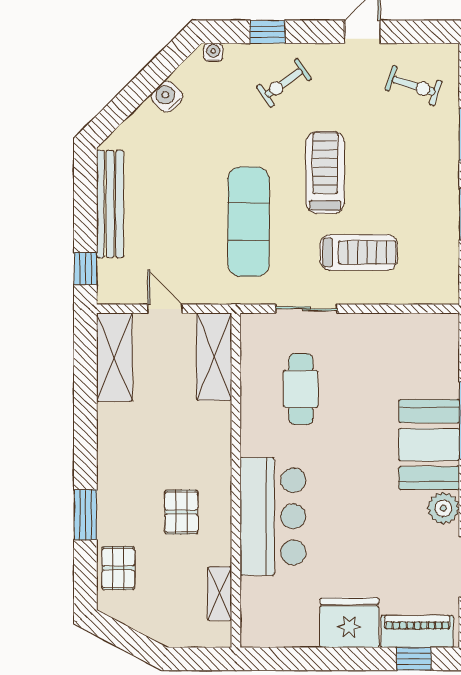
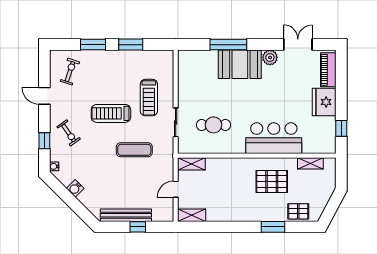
exercise mat: (248, 222) -> (134, 150), width x0.73, depth x0.69
treadmill: (359, 252) -> (149, 98), turned 180
window: (85, 269) -> (138, 227), moved
shelving: (114, 357) -> (192, 215), width x0.67, depth x0.75
shelving: (214, 357) -> (191, 164), width x0.67, depth x0.75
pallet: (181, 512) -> (272, 182), width x1.50, depth x1.42
window: (414, 659) -> (341, 128), moved

